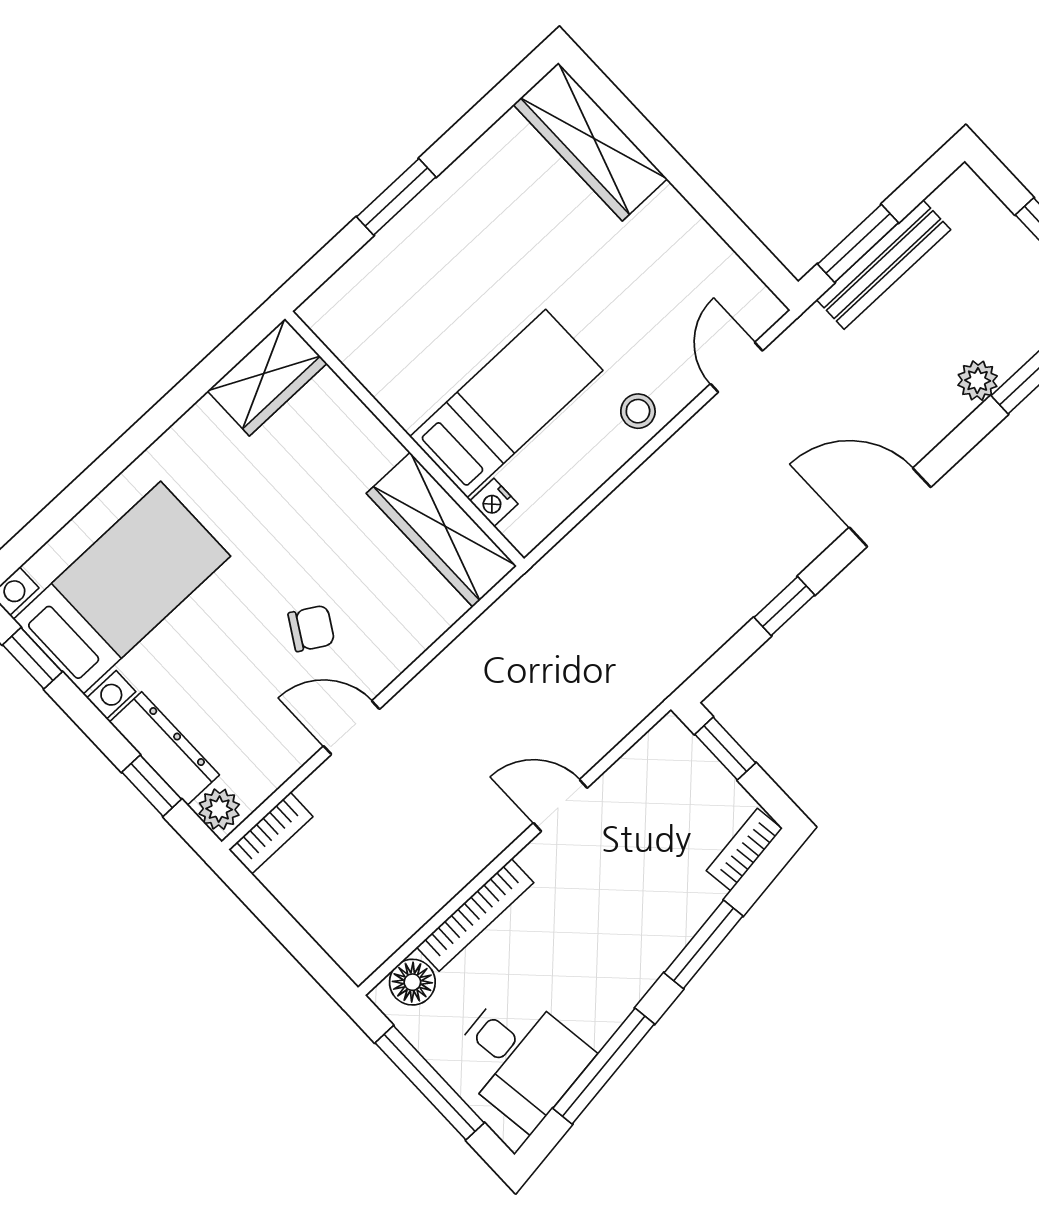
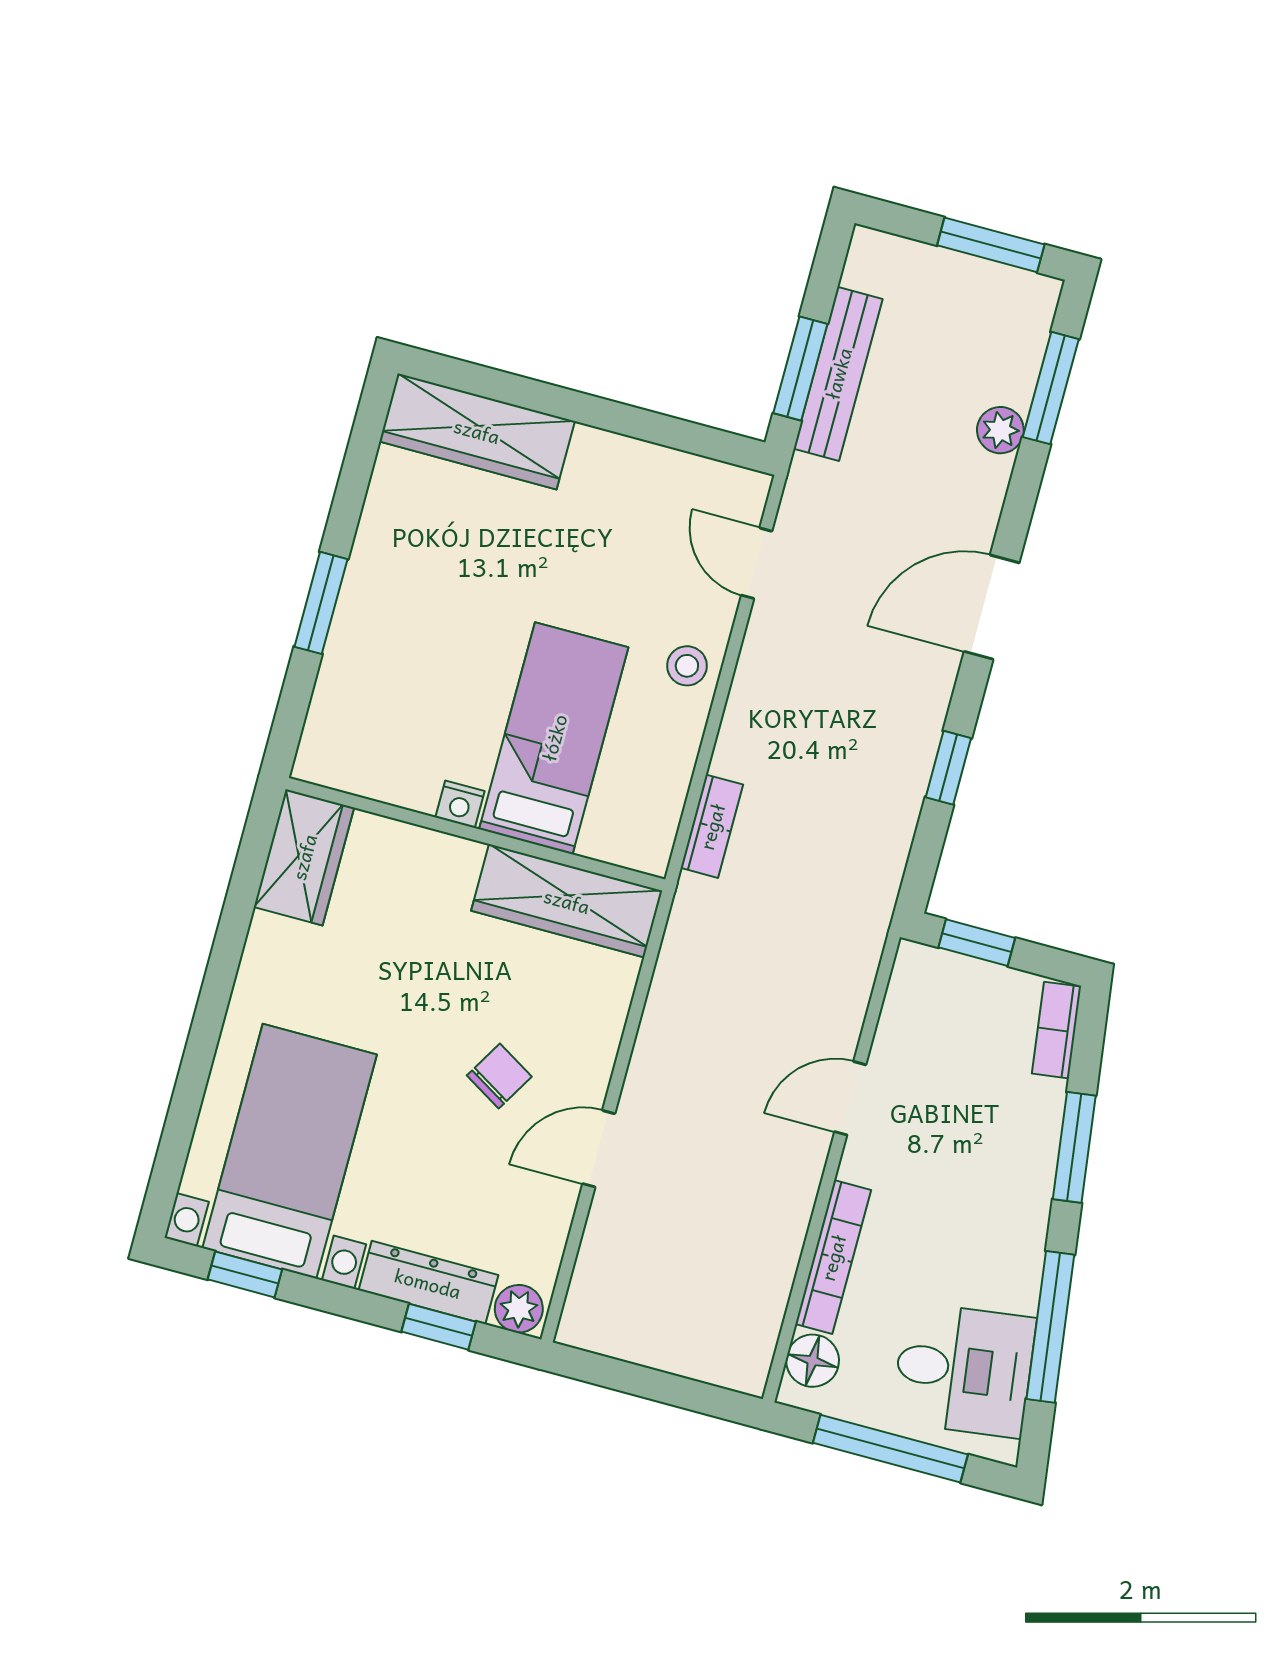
nightstand: (494, 502) -> (460, 804), moved
bookcase: (271, 833) -> (712, 826), moved

